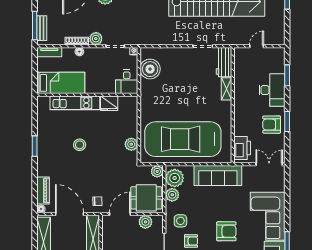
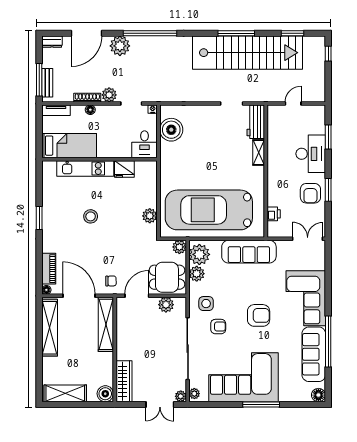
armchair: (272, 125) -> (310, 193), turned -90
printer: (242, 148) -> (274, 214), width x0.53, depth x0.68

